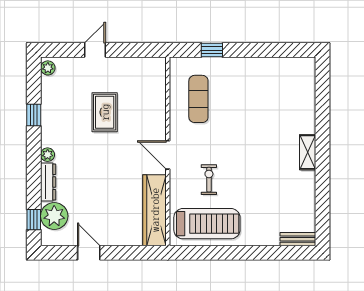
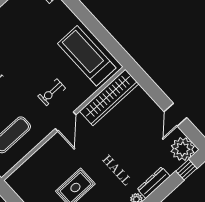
exercise bike: (209, 180) -> (52, 92), moved
plant: (54, 216) -> (183, 149), moved

